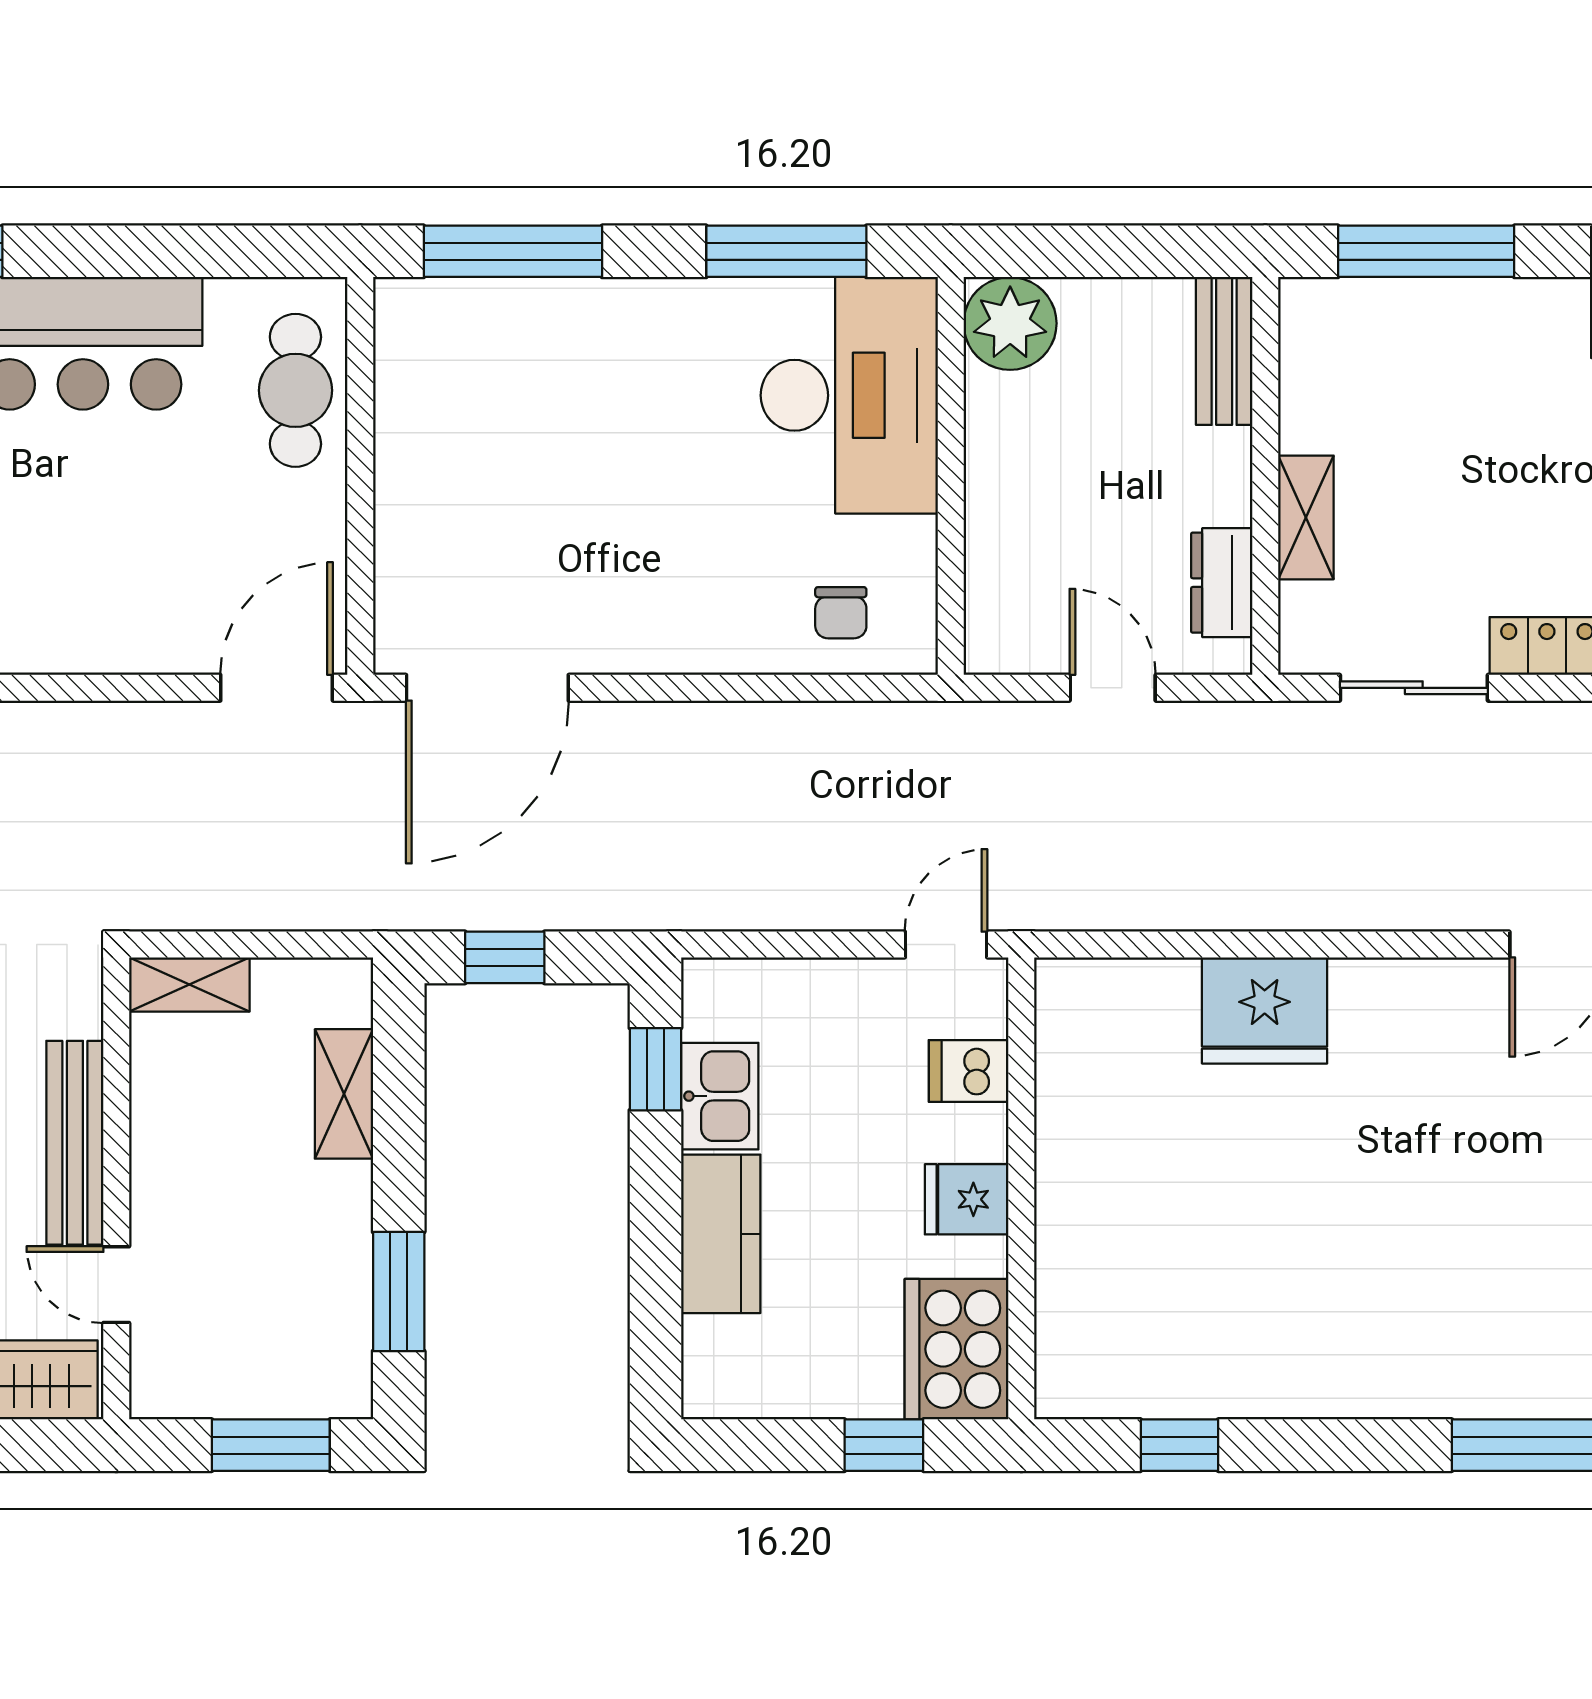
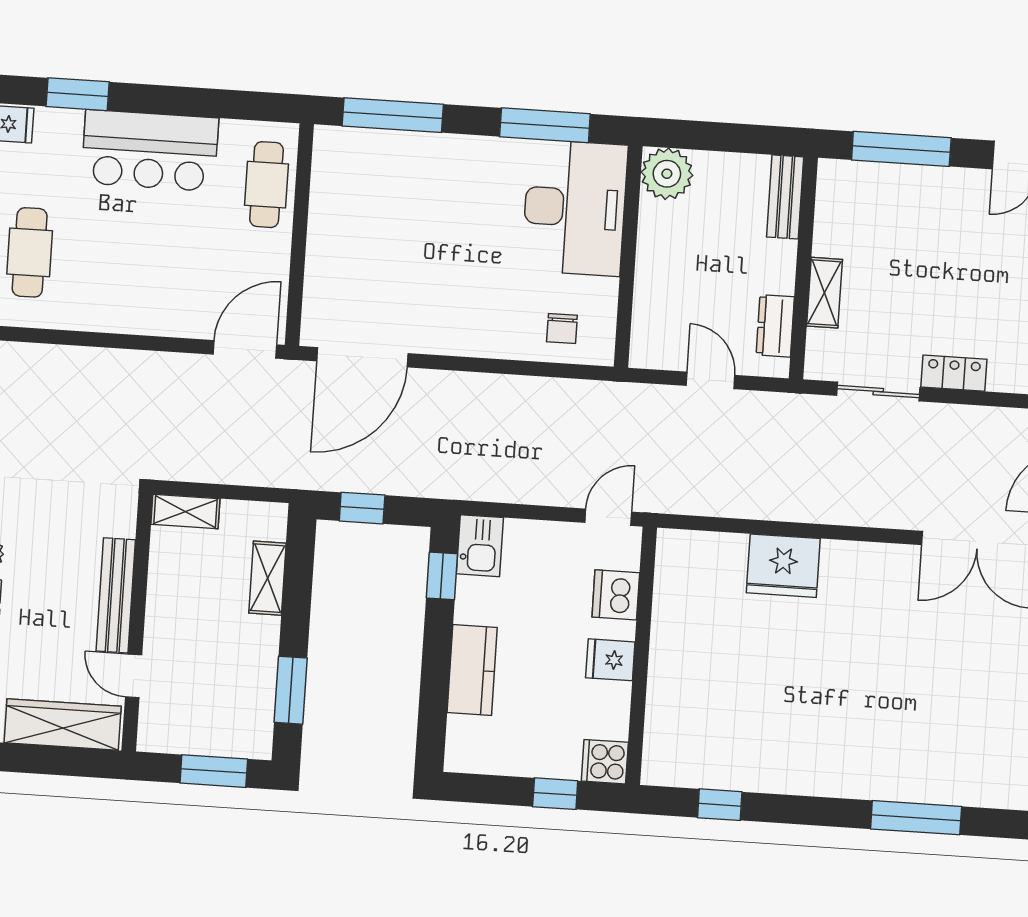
dishwasher: (969, 1071) -> (616, 595), width x1.38
kitchen sink: (720, 1096) -> (480, 546), moved
cooker: (957, 1349) -> (605, 762), width x0.53, depth x0.76

